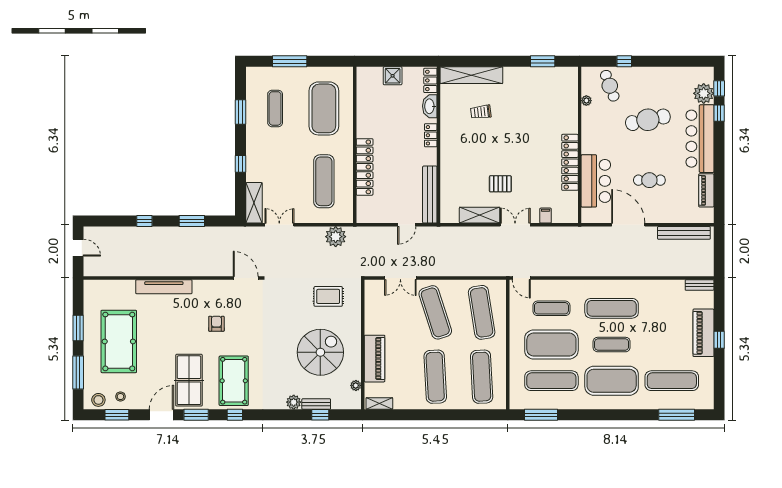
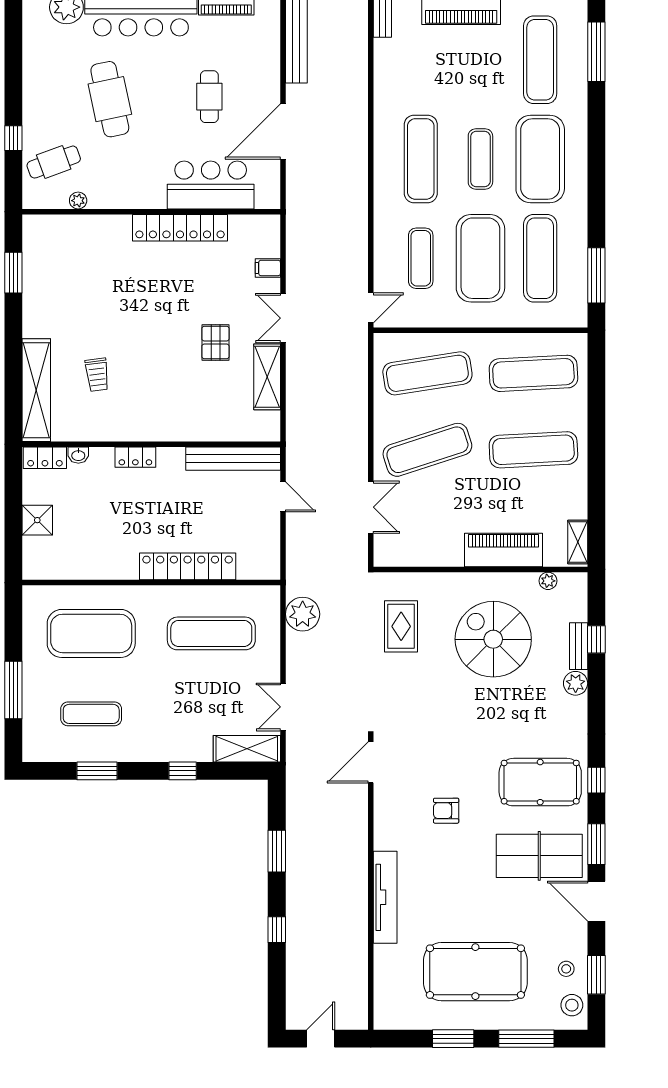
washbasin: (430, 106) -> (78, 455), width x0.52, depth x0.69

